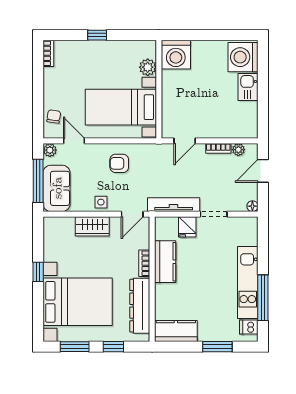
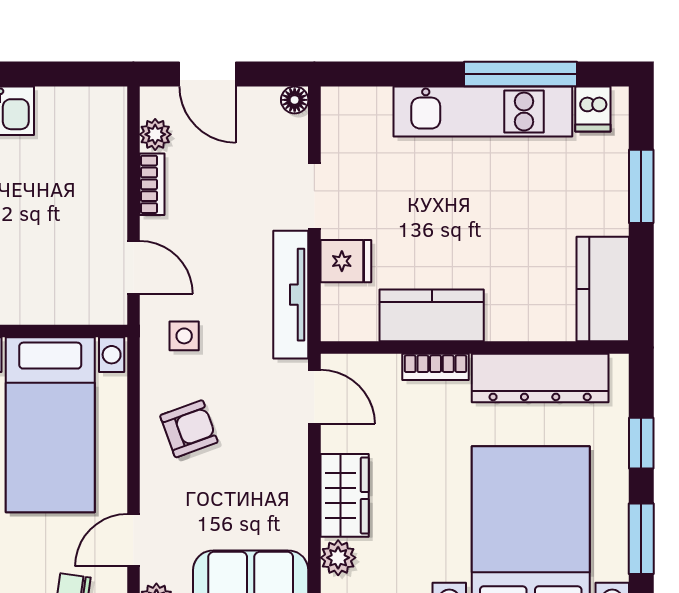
armchair: (119, 163) -> (189, 429), turned -110
side table: (101, 202) -> (184, 336), moved
plant: (67, 224) -> (338, 558), added

